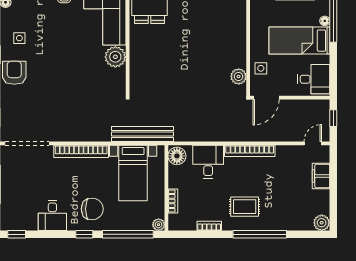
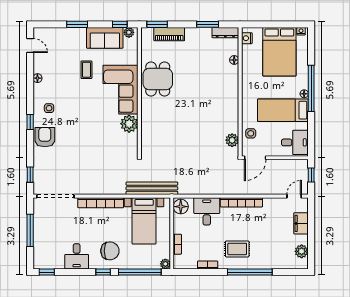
plant: (322, 223) -> (302, 251), moved

